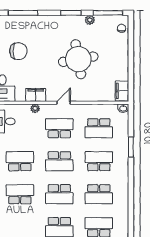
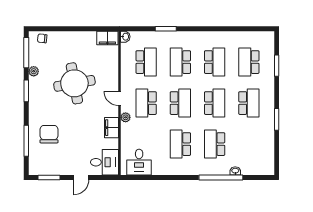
chair: (18, 51) -> (49, 134), moved
plant: (35, 108) -> (126, 117), moved

